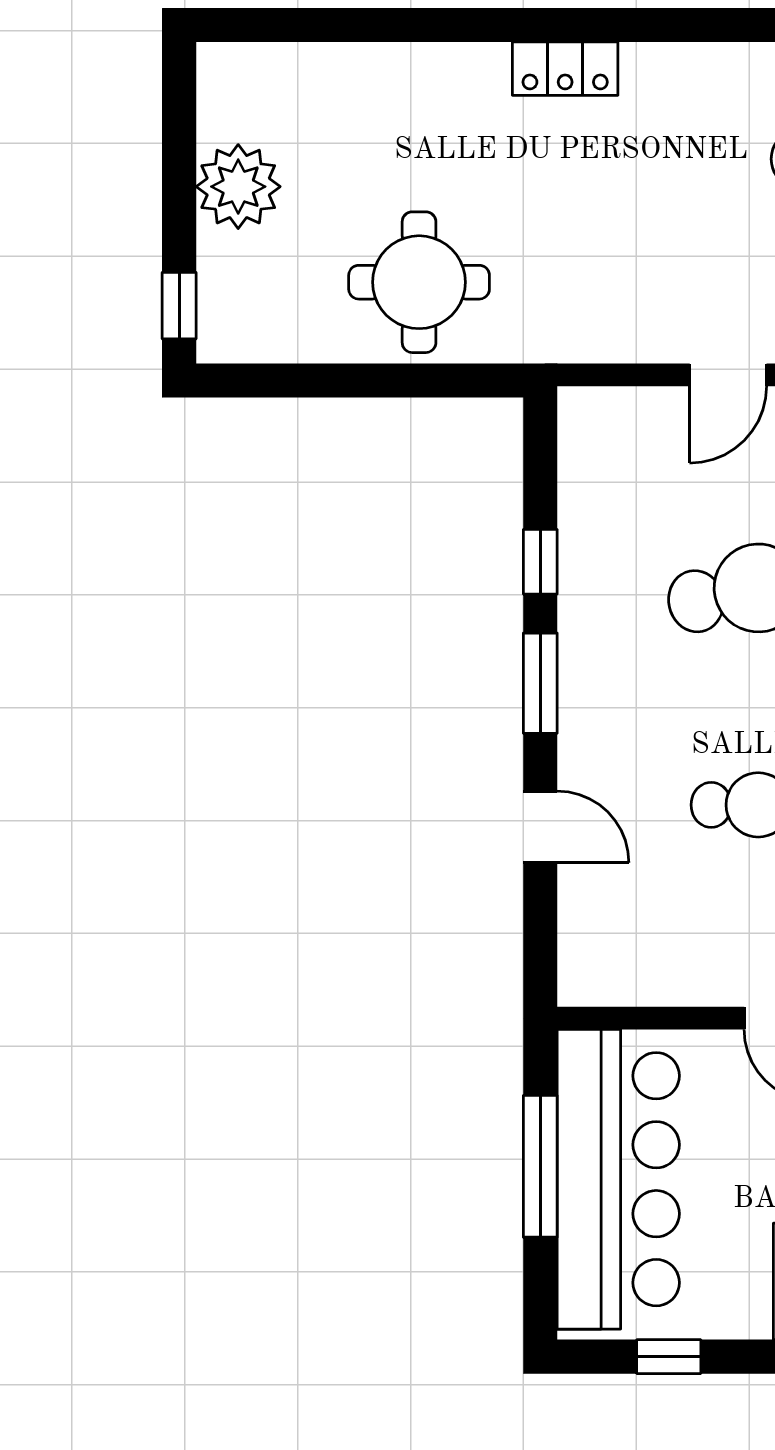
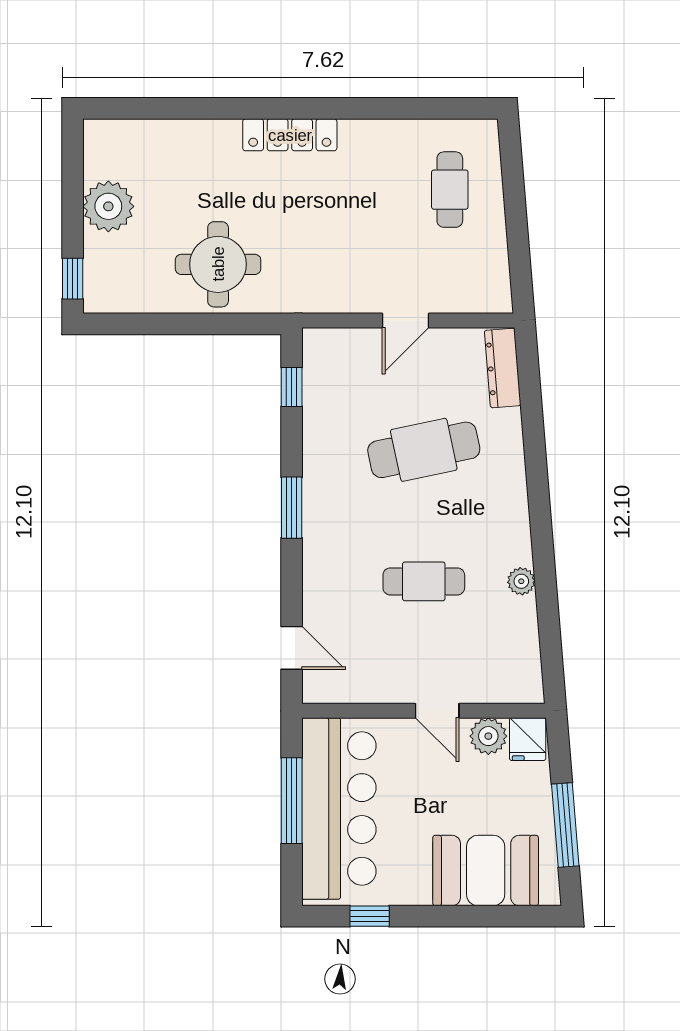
locker: (565, 69) -> (290, 135), width x1.53
window: (540, 562) -> (292, 387), moved
door: (540, 827) -> (292, 648), moved

